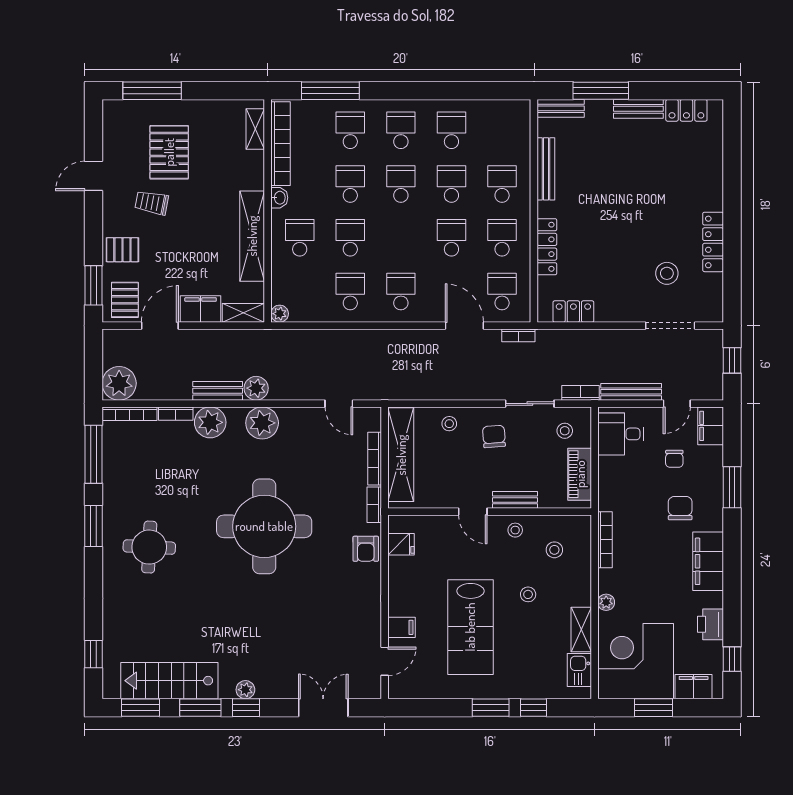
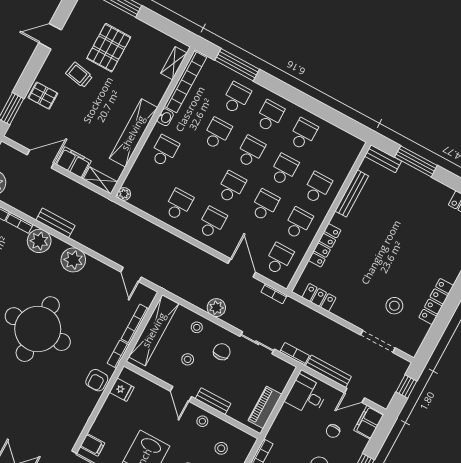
bench: (638, 109) -> (434, 187), removed
school desk: (350, 238) -> (231, 187), moved
pallet: (125, 300) -> (27, 129), removed
plant: (256, 388) -> (216, 308), moved
stool: (565, 431) -> (188, 359), moved

